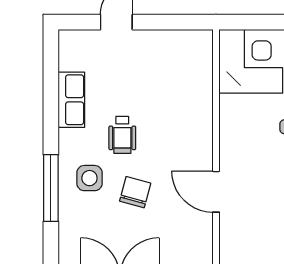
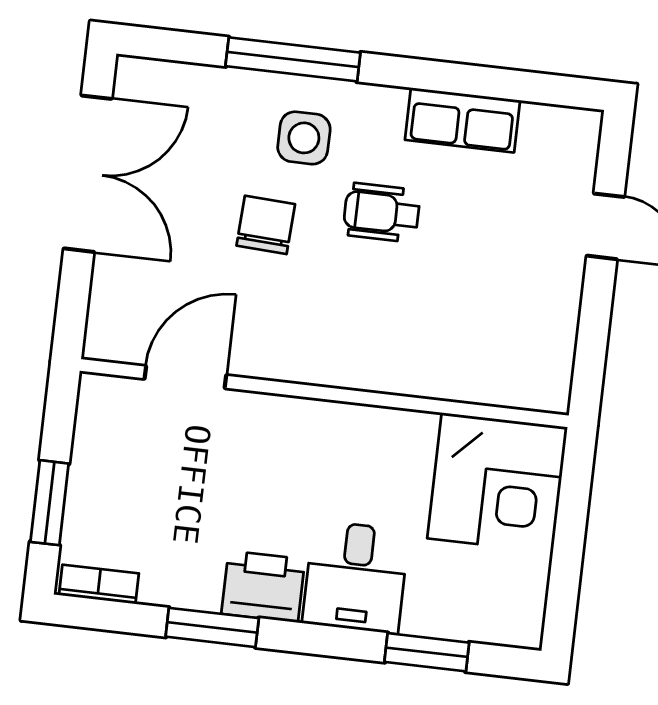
chair: (135, 192) -> (266, 225), turned -102
door: (216, 192) -> (185, 377), moved

